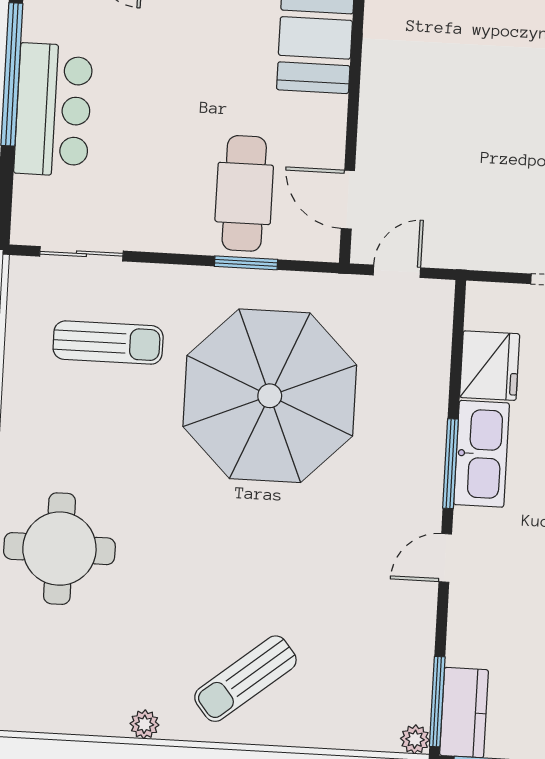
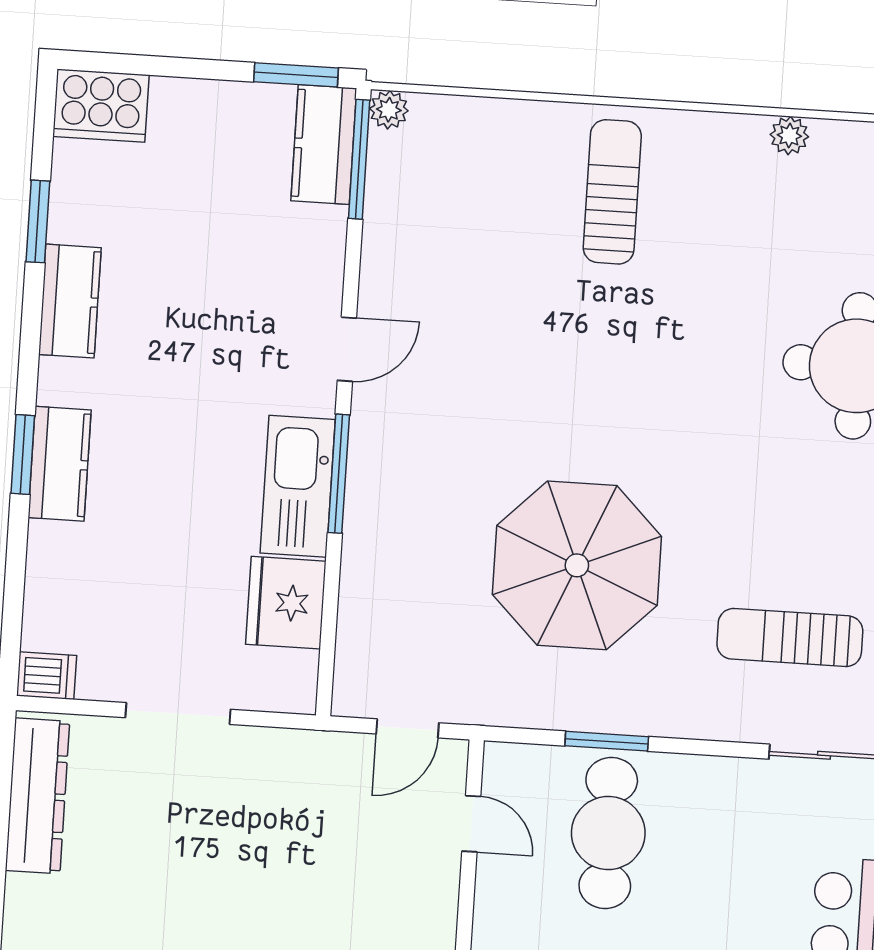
door: (348, 200) -> (471, 824), width x0.73
parasol: (270, 396) -> (577, 565), width x0.73, depth x0.73
sun lounger: (245, 679) -> (612, 192), turned -51
plant: (144, 724) -> (789, 136), moved

